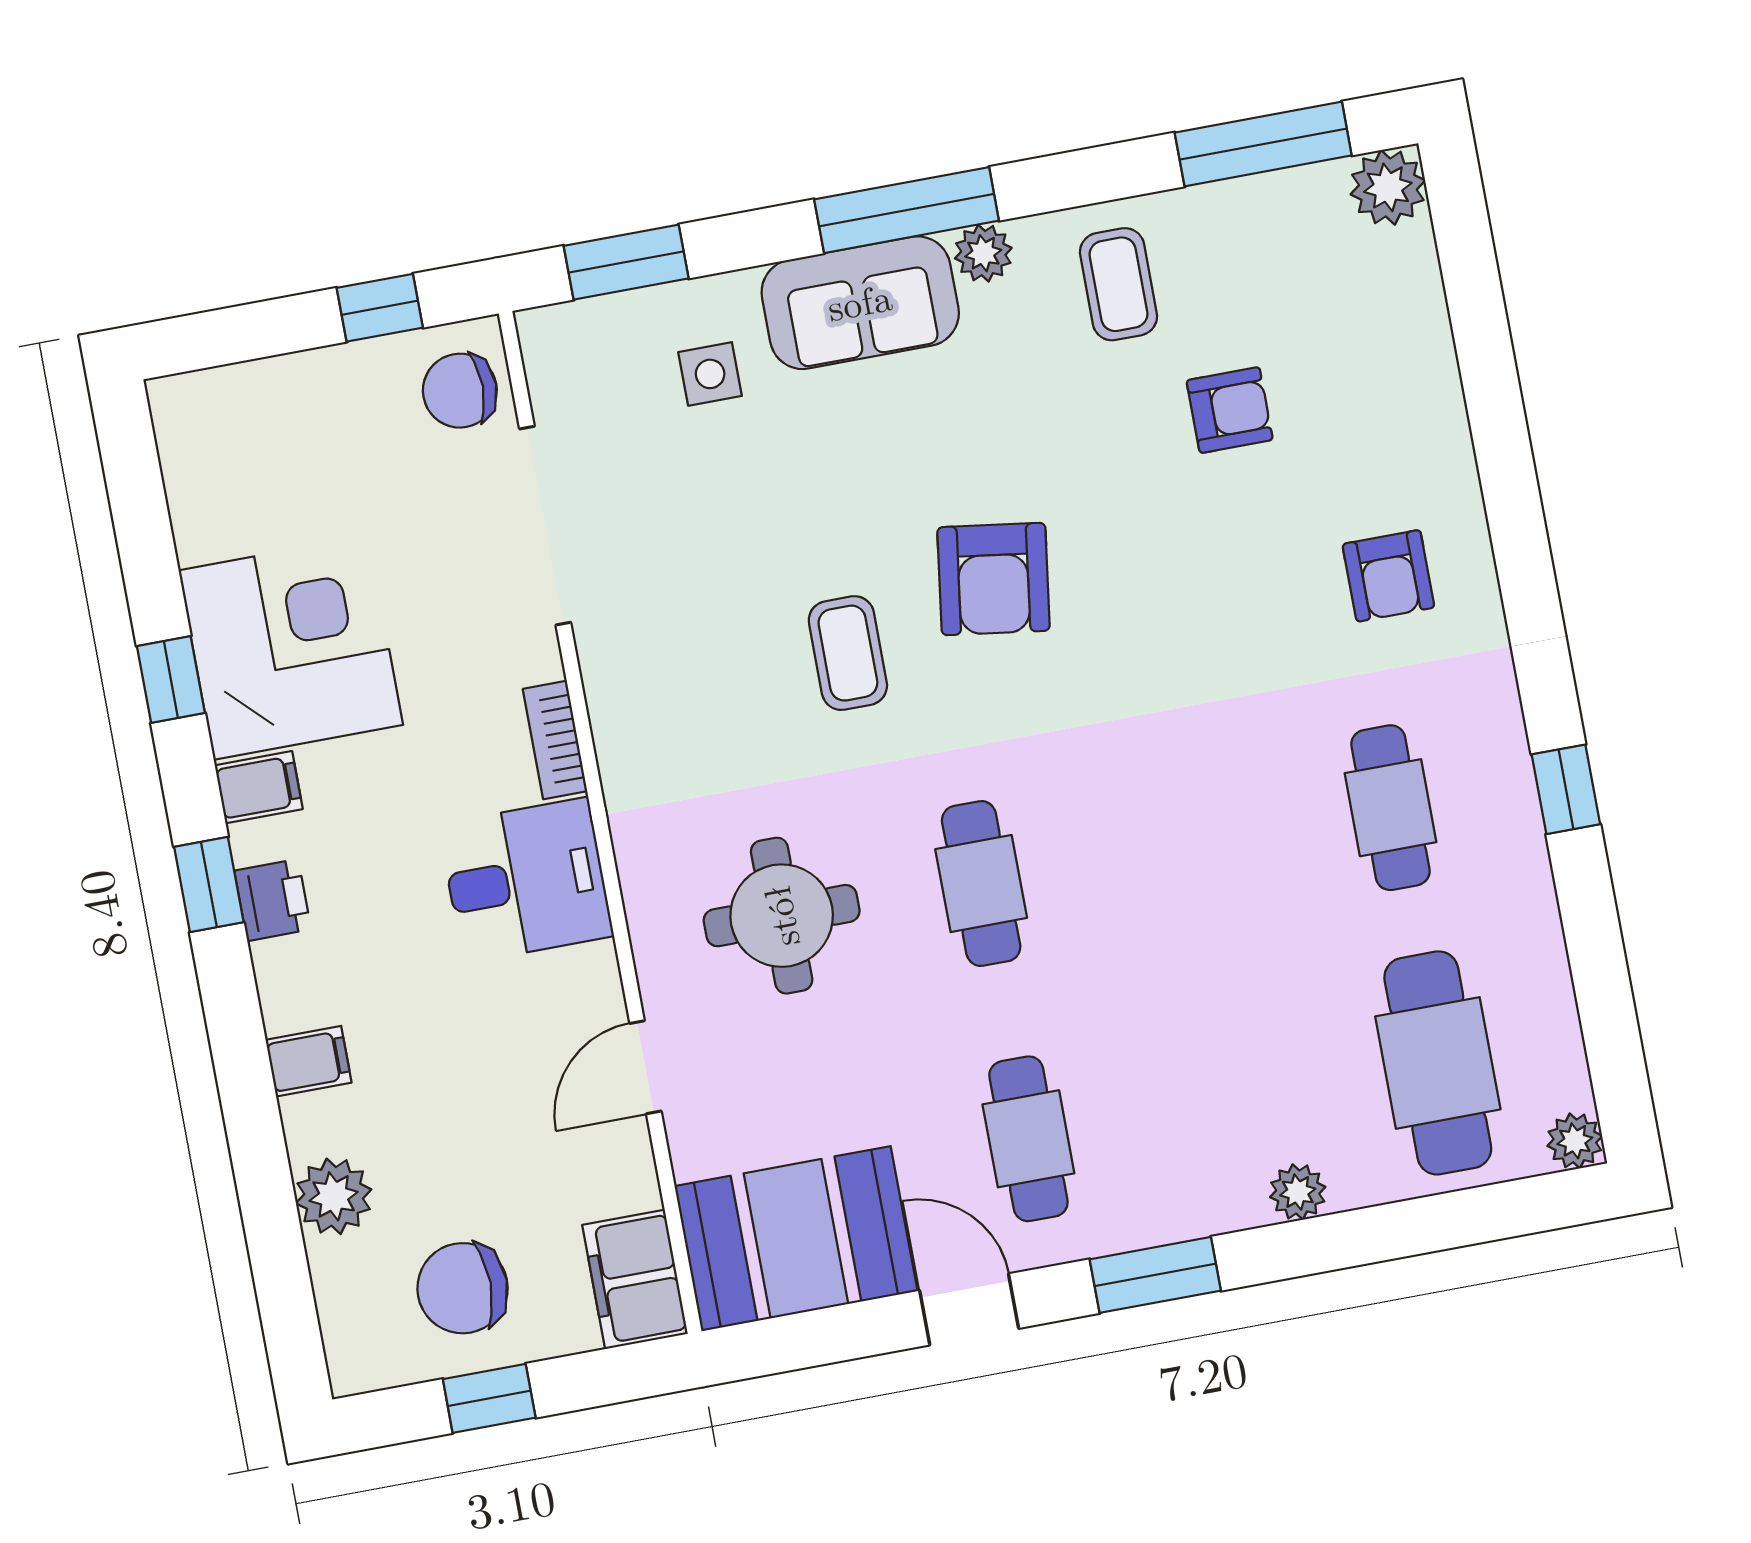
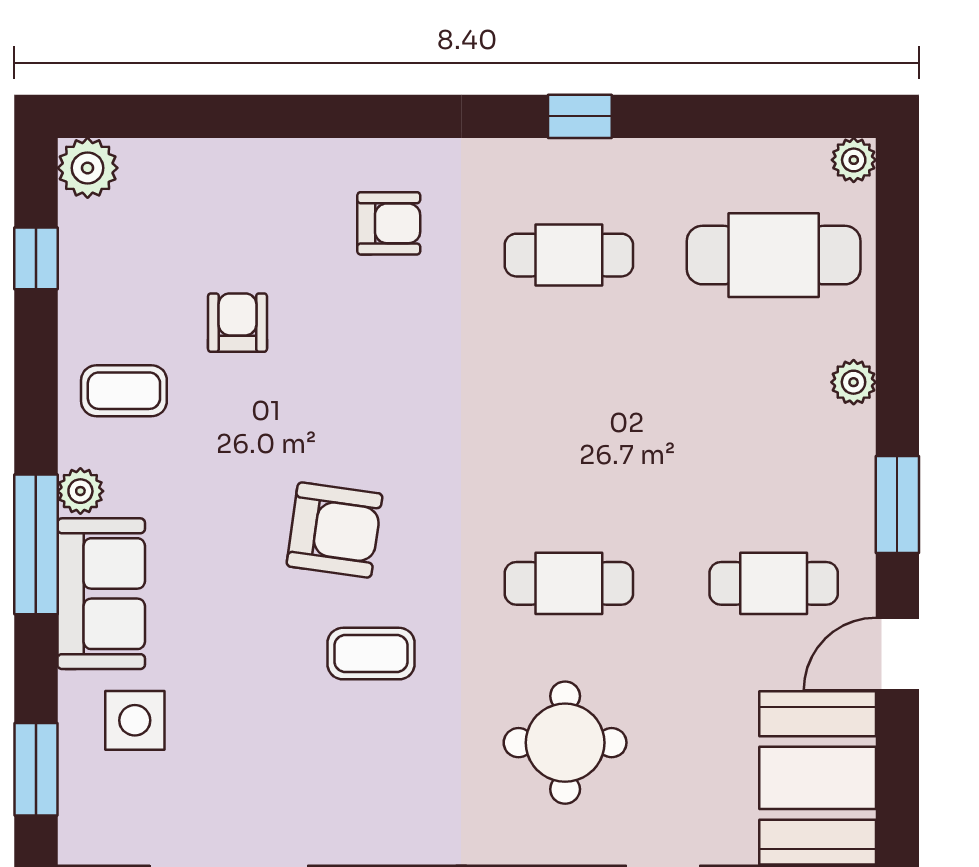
window: (1263, 144) -> (36, 258), width x0.46
side table: (710, 374) -> (135, 720), width x1.37, depth x1.37

